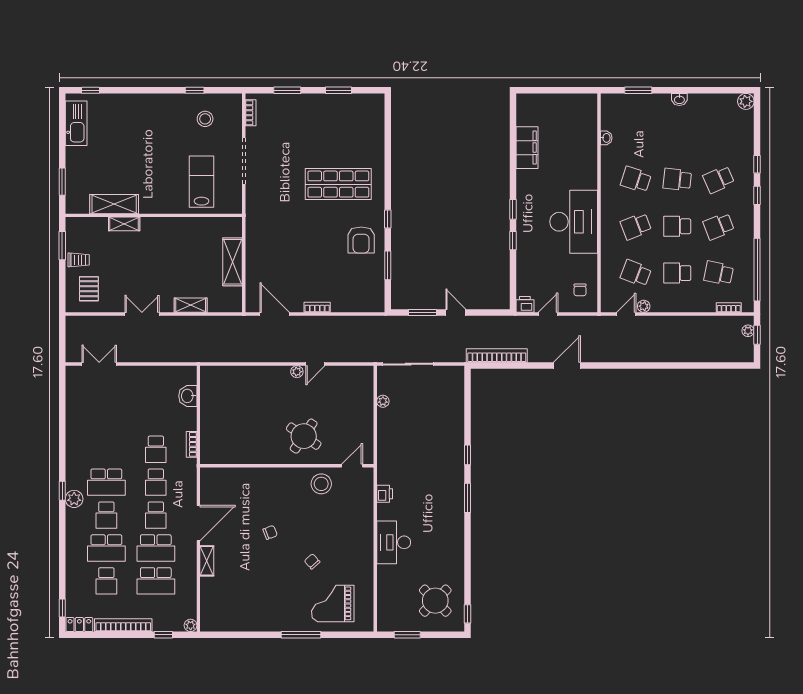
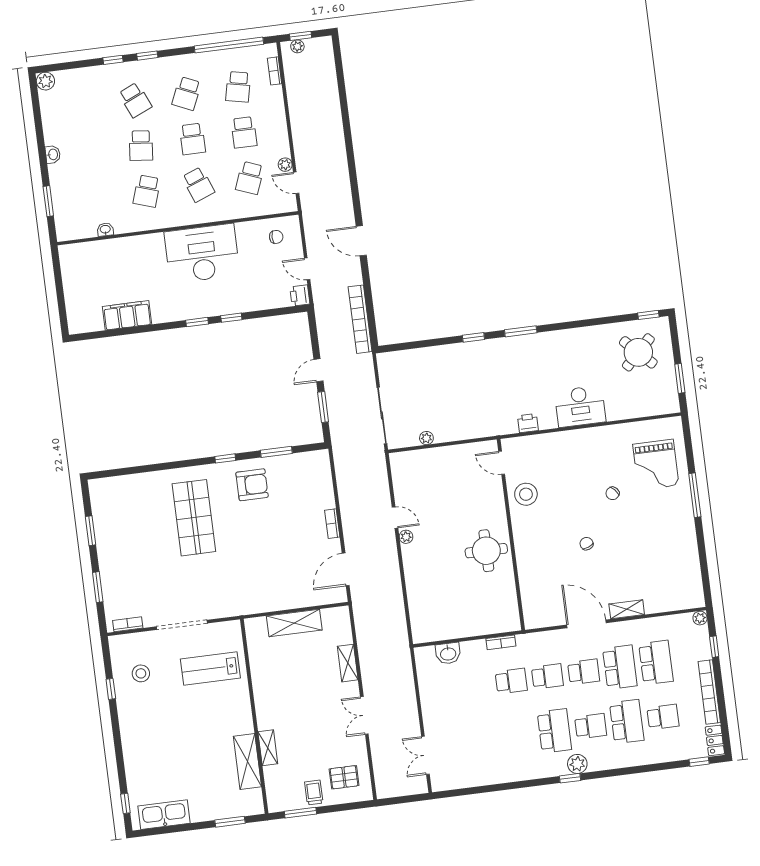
school desk: (719, 226) -> (187, 93), turned 45
round table: (304, 436) -> (486, 551), moved, turned -34

